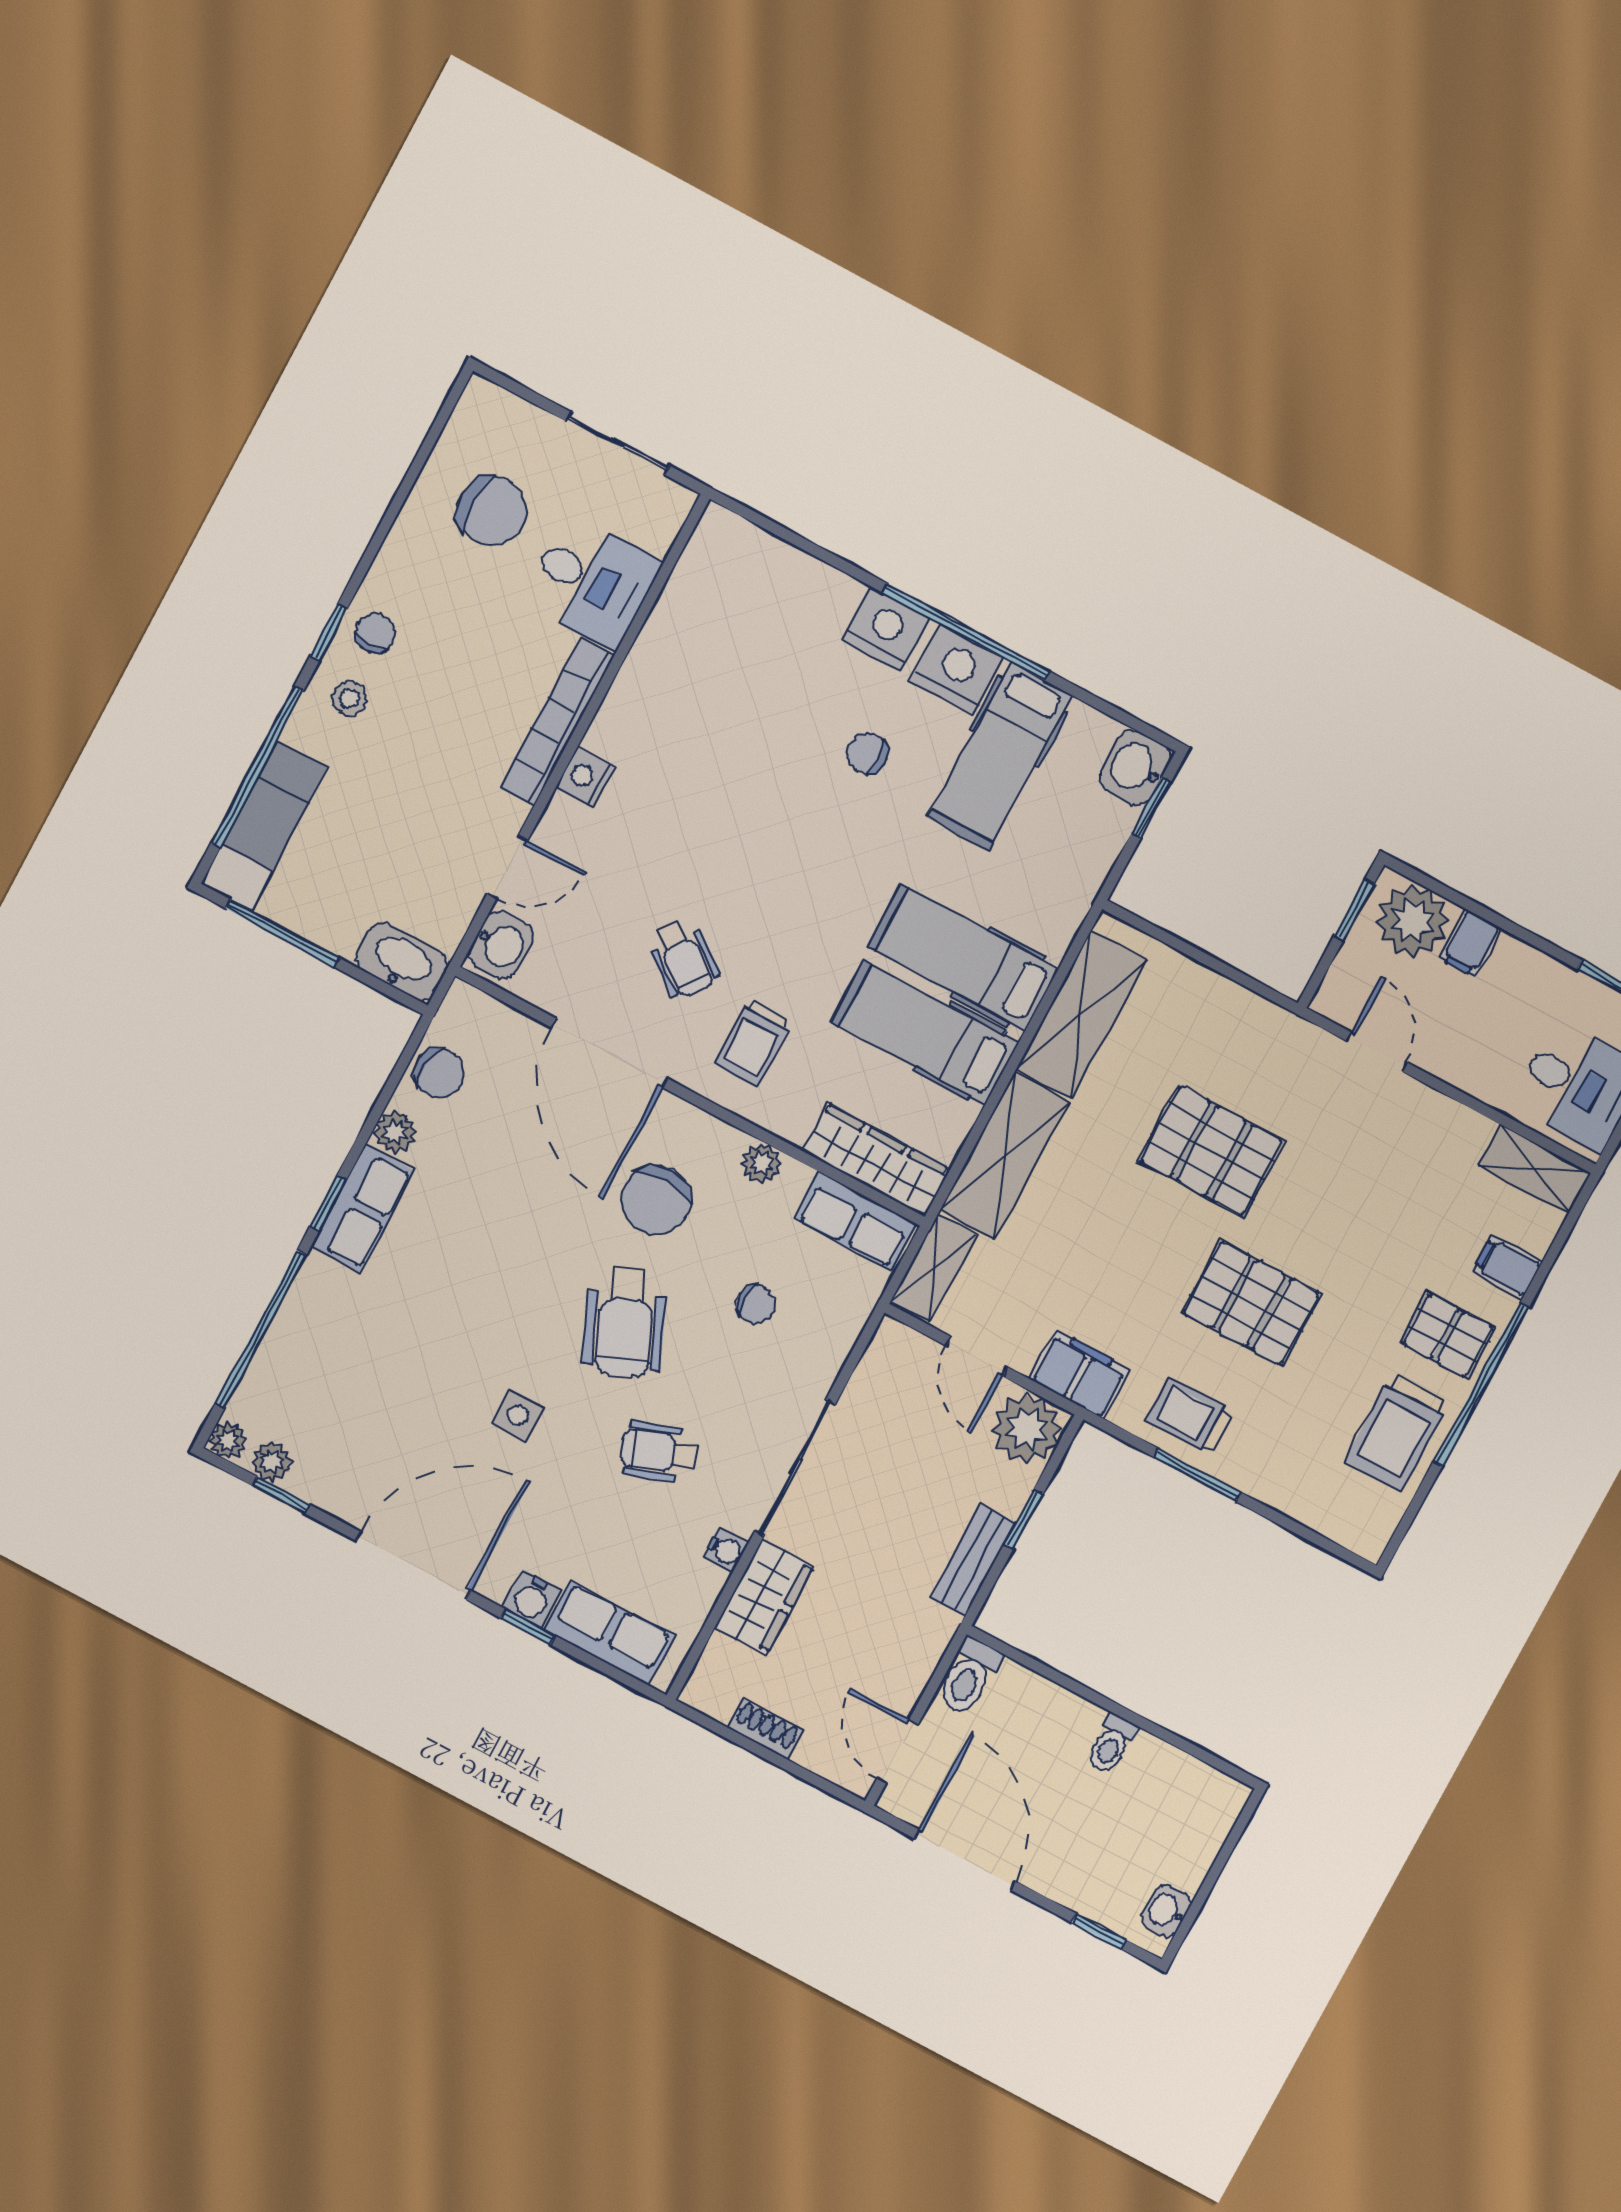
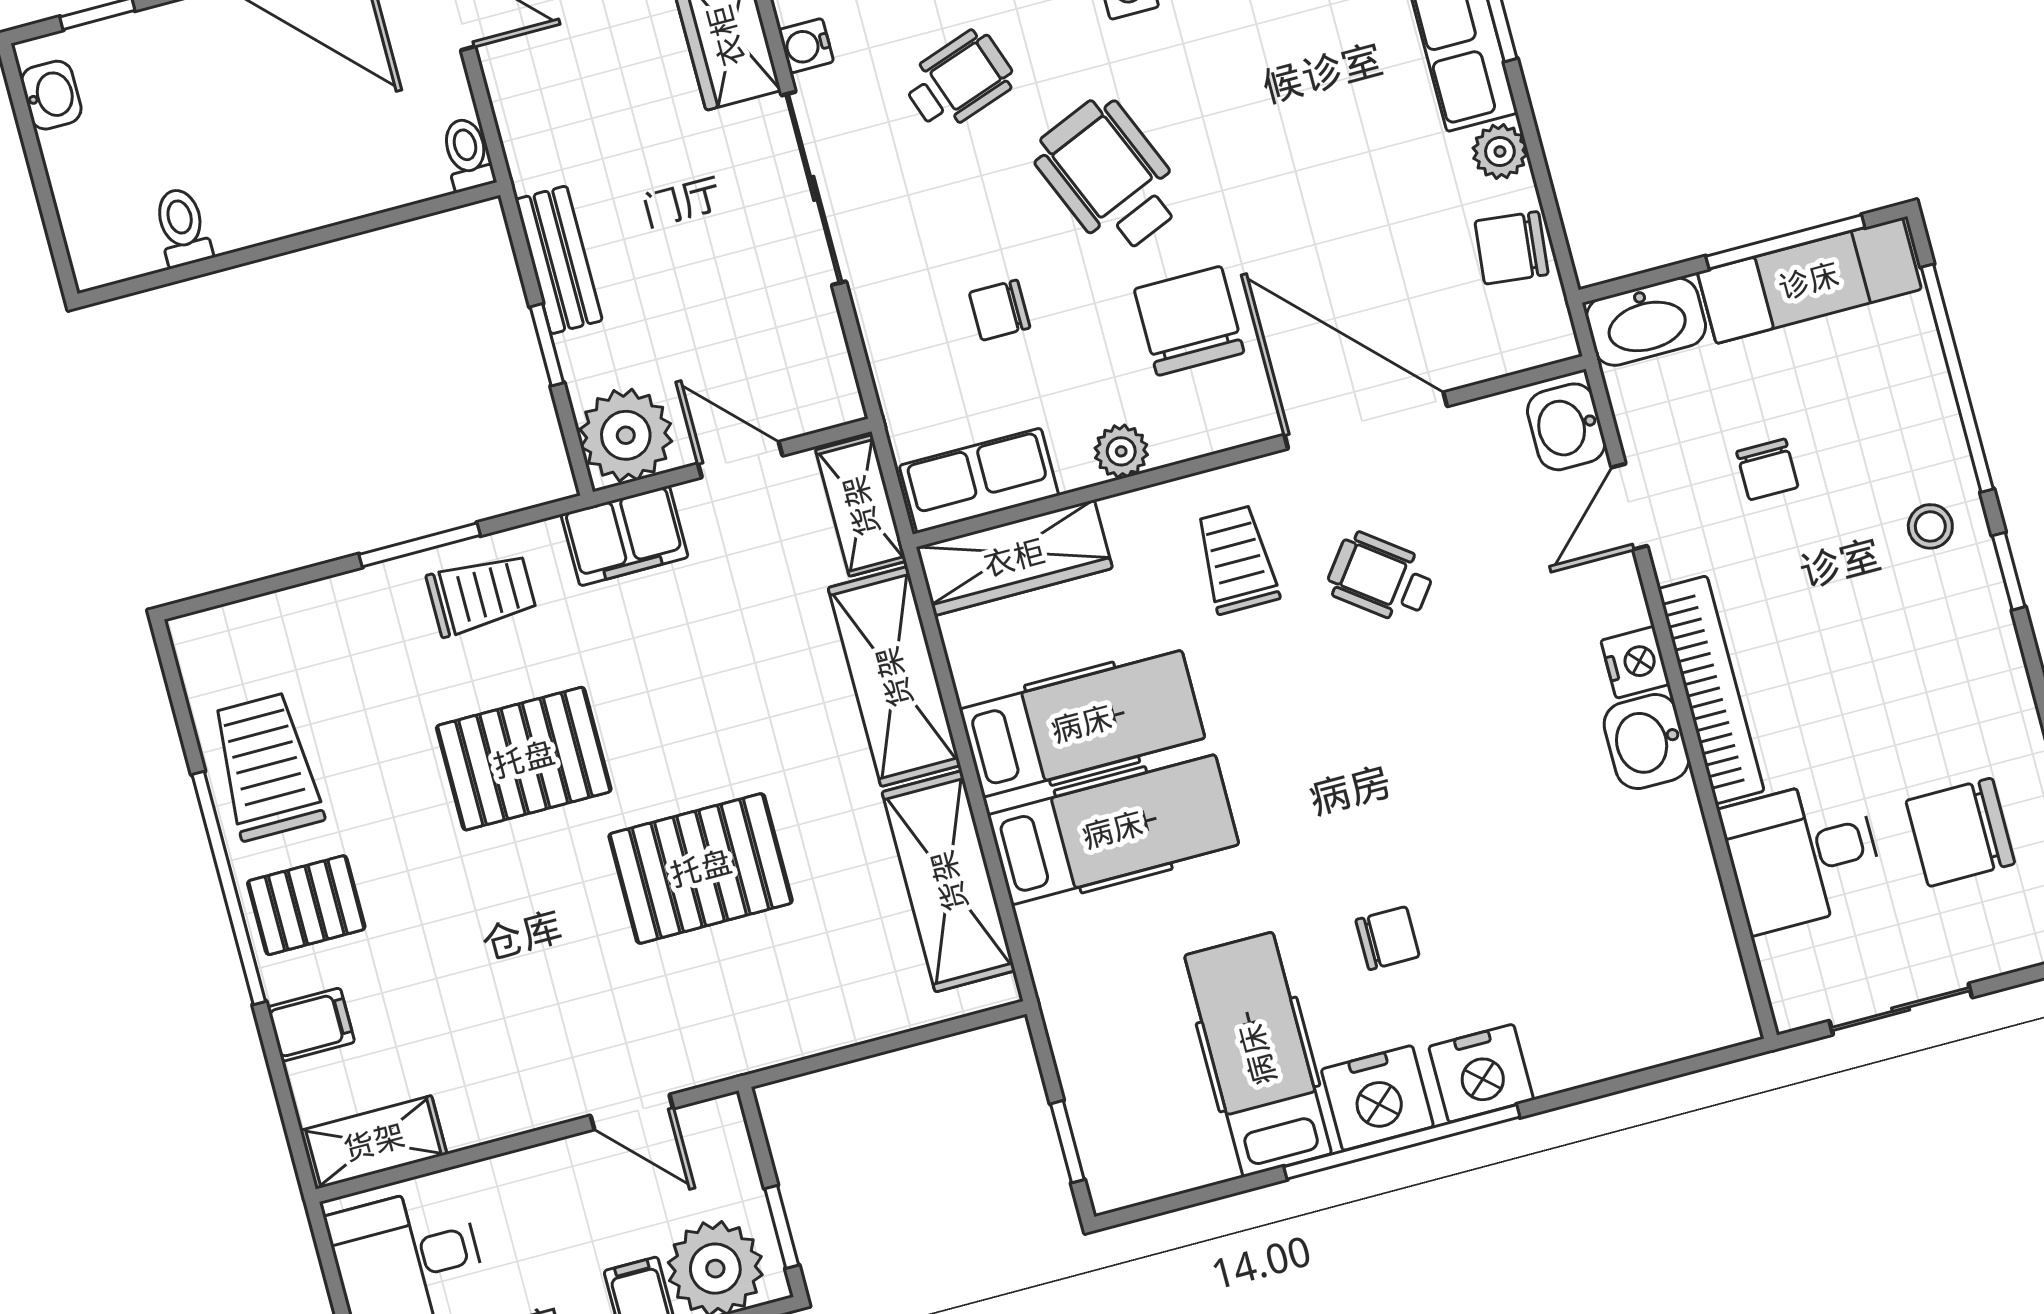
chair: (375, 633) -> (1767, 469), moved
washbasin: (1135, 768) -> (1647, 742), moved, turned 180
exam couch: (264, 826) -> (1809, 281), moved, turned -90
toilet: (969, 1677) -> (467, 154), width x0.73, depth x0.72
toilet: (1112, 1744) -> (182, 227), moved

